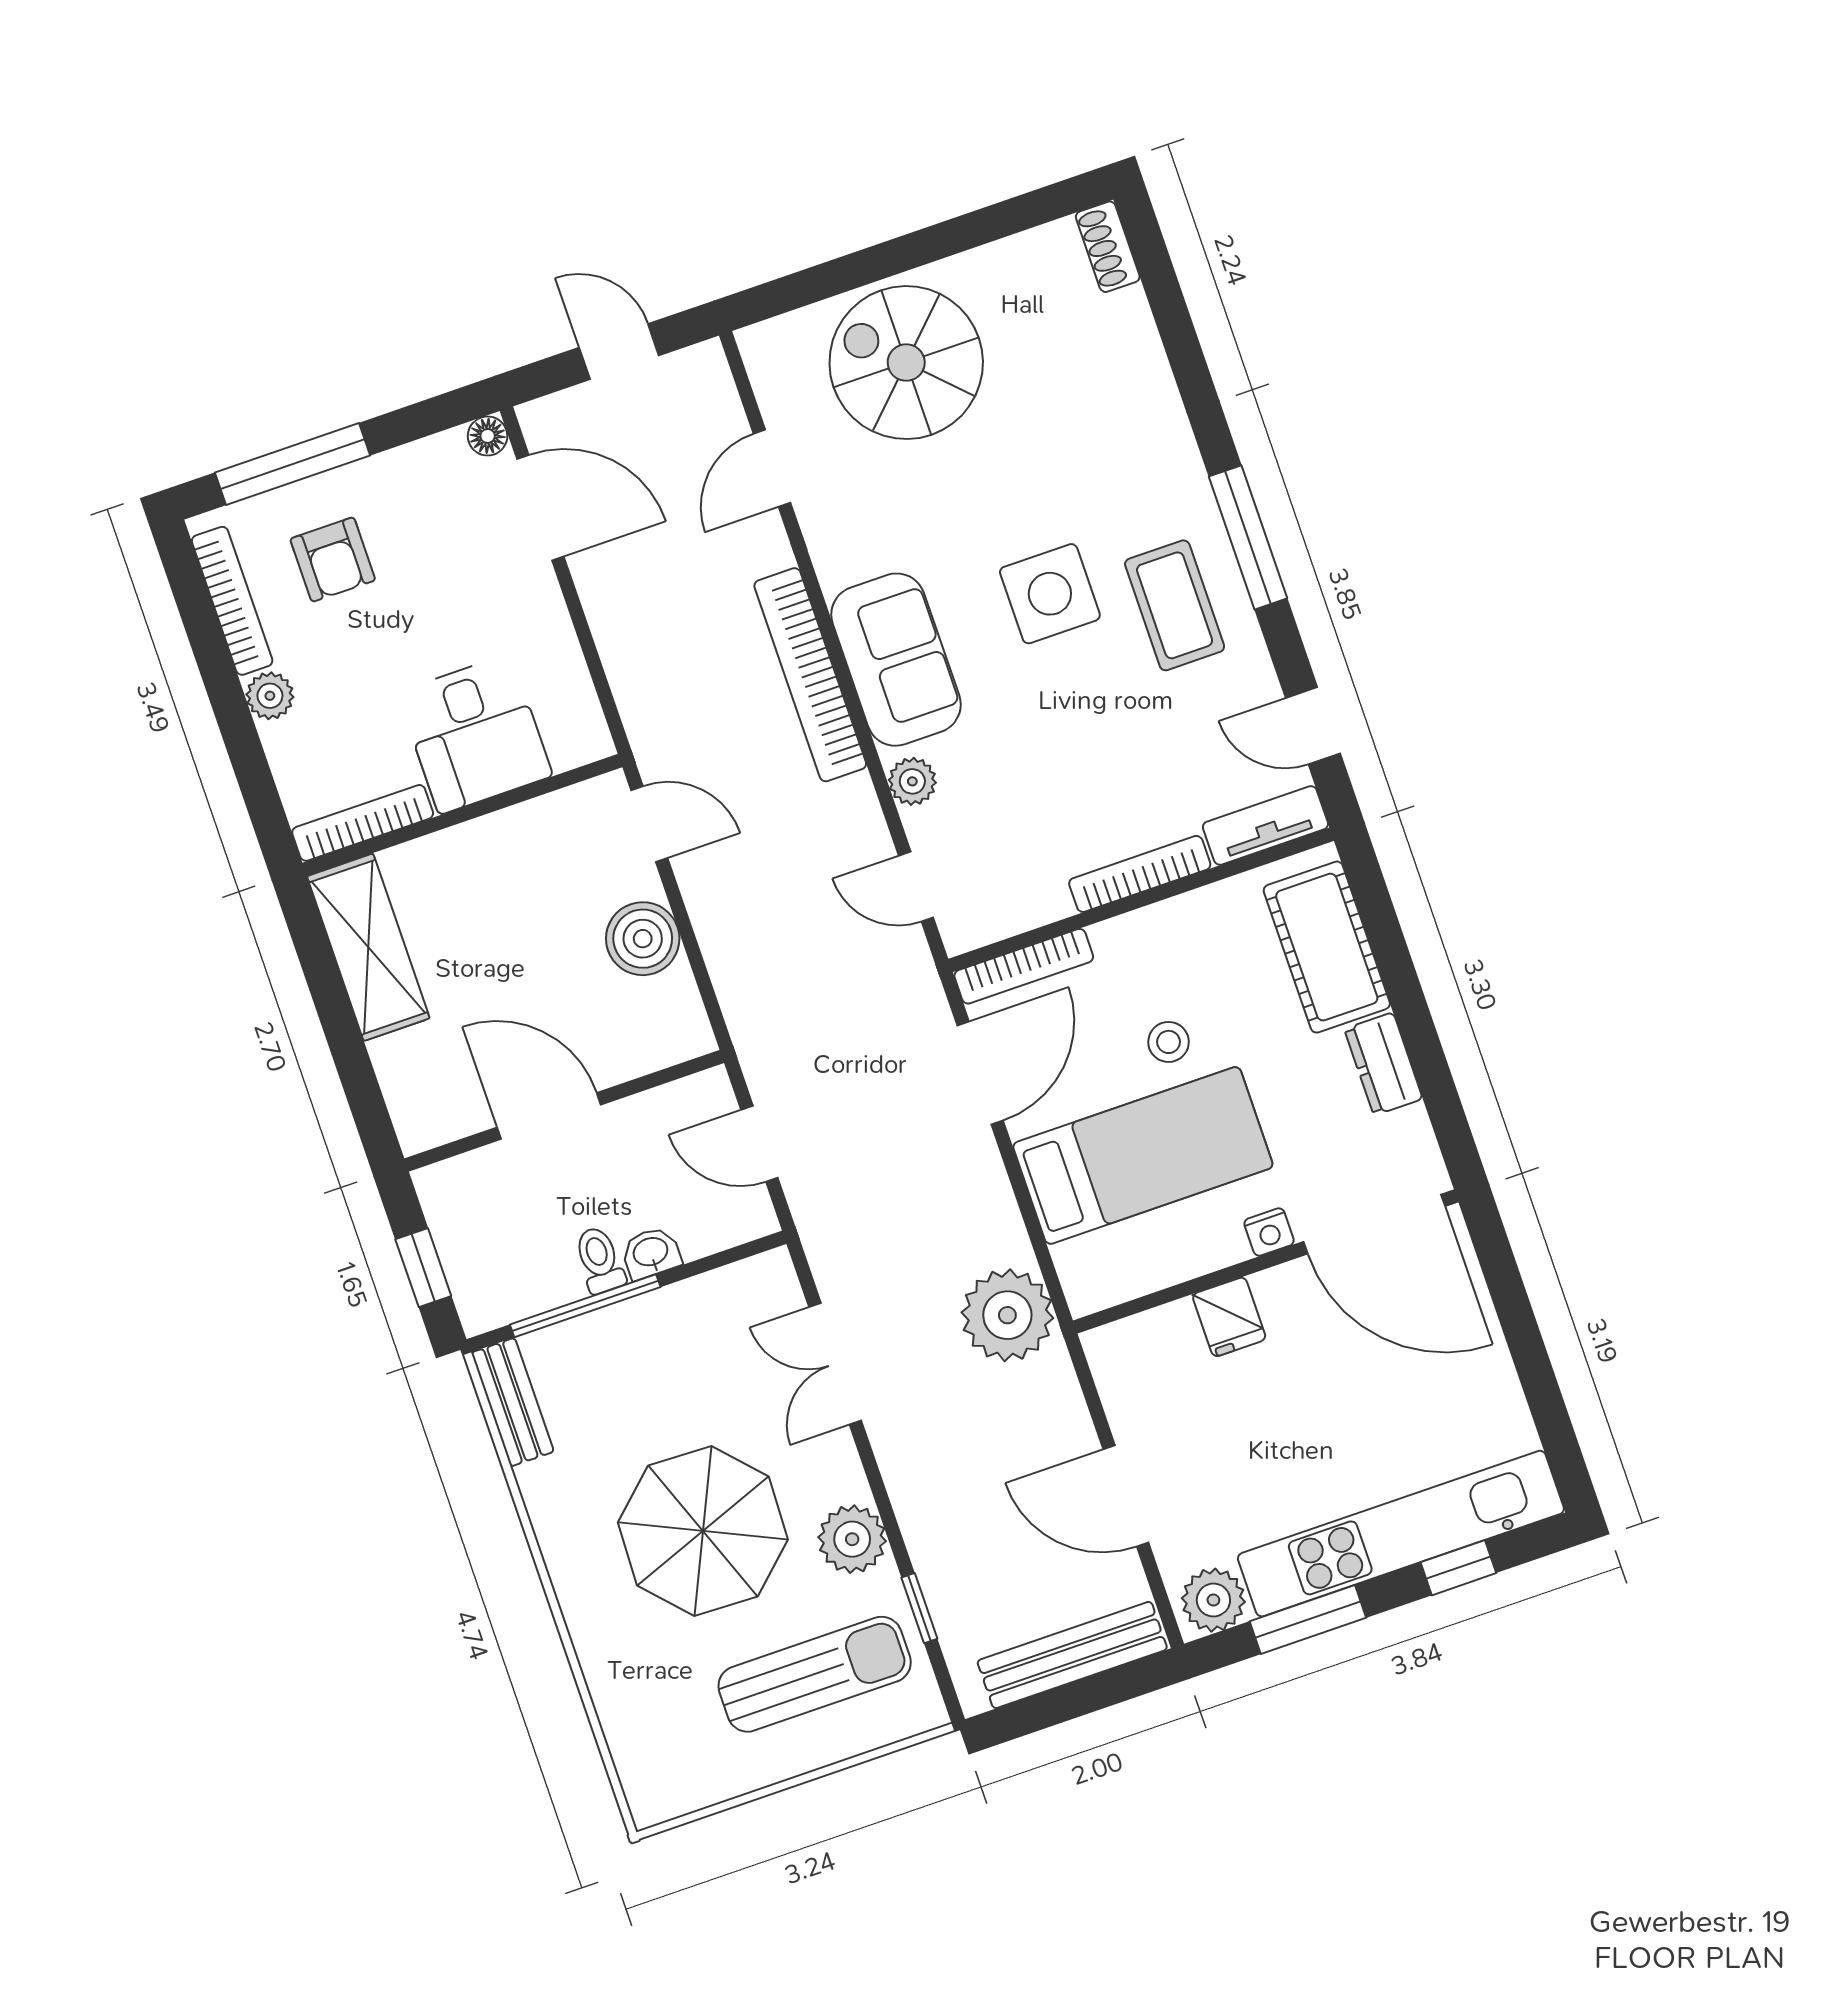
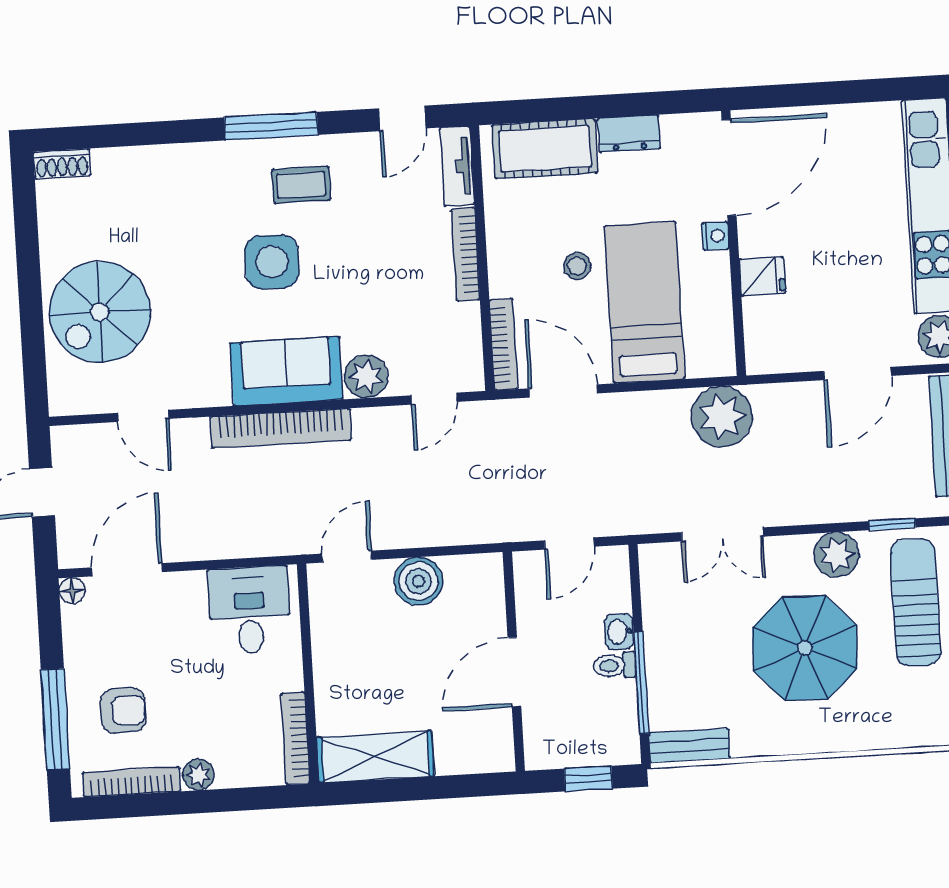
coffee table: (1175, 605) -> (301, 185), width x0.73, depth x0.77
desk: (475, 734) -> (250, 610), moved, turned -90
plant: (912, 781) -> (366, 376), width x1.38, depth x1.38

